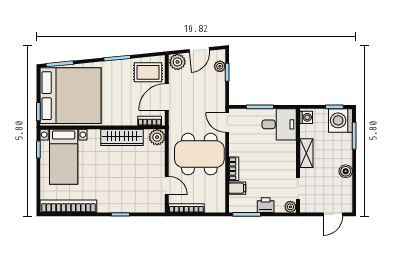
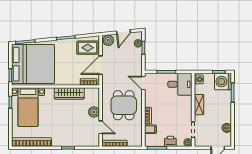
plant: (157, 137) -> (94, 112), moved
dining table: (199, 154) -> (124, 105), width x0.73
boiler: (346, 171) -> (227, 128), moved

